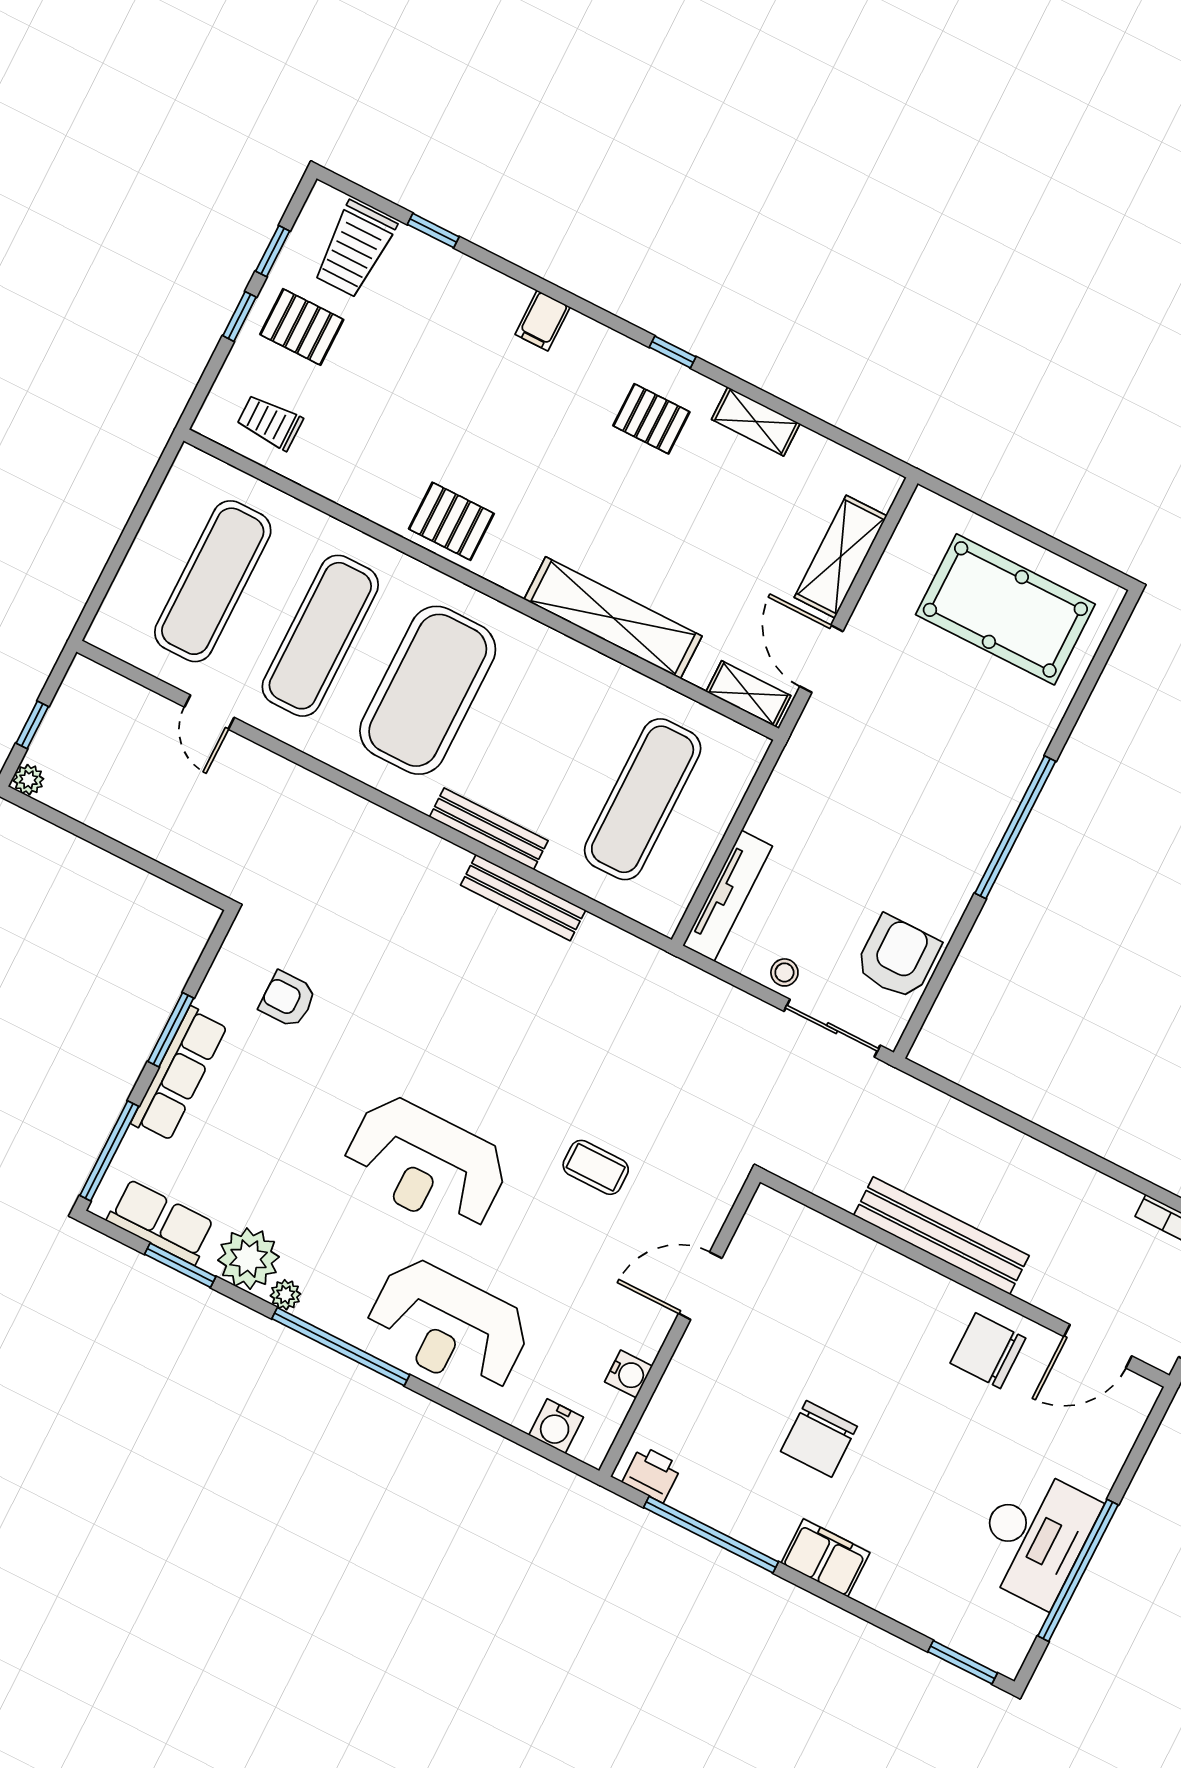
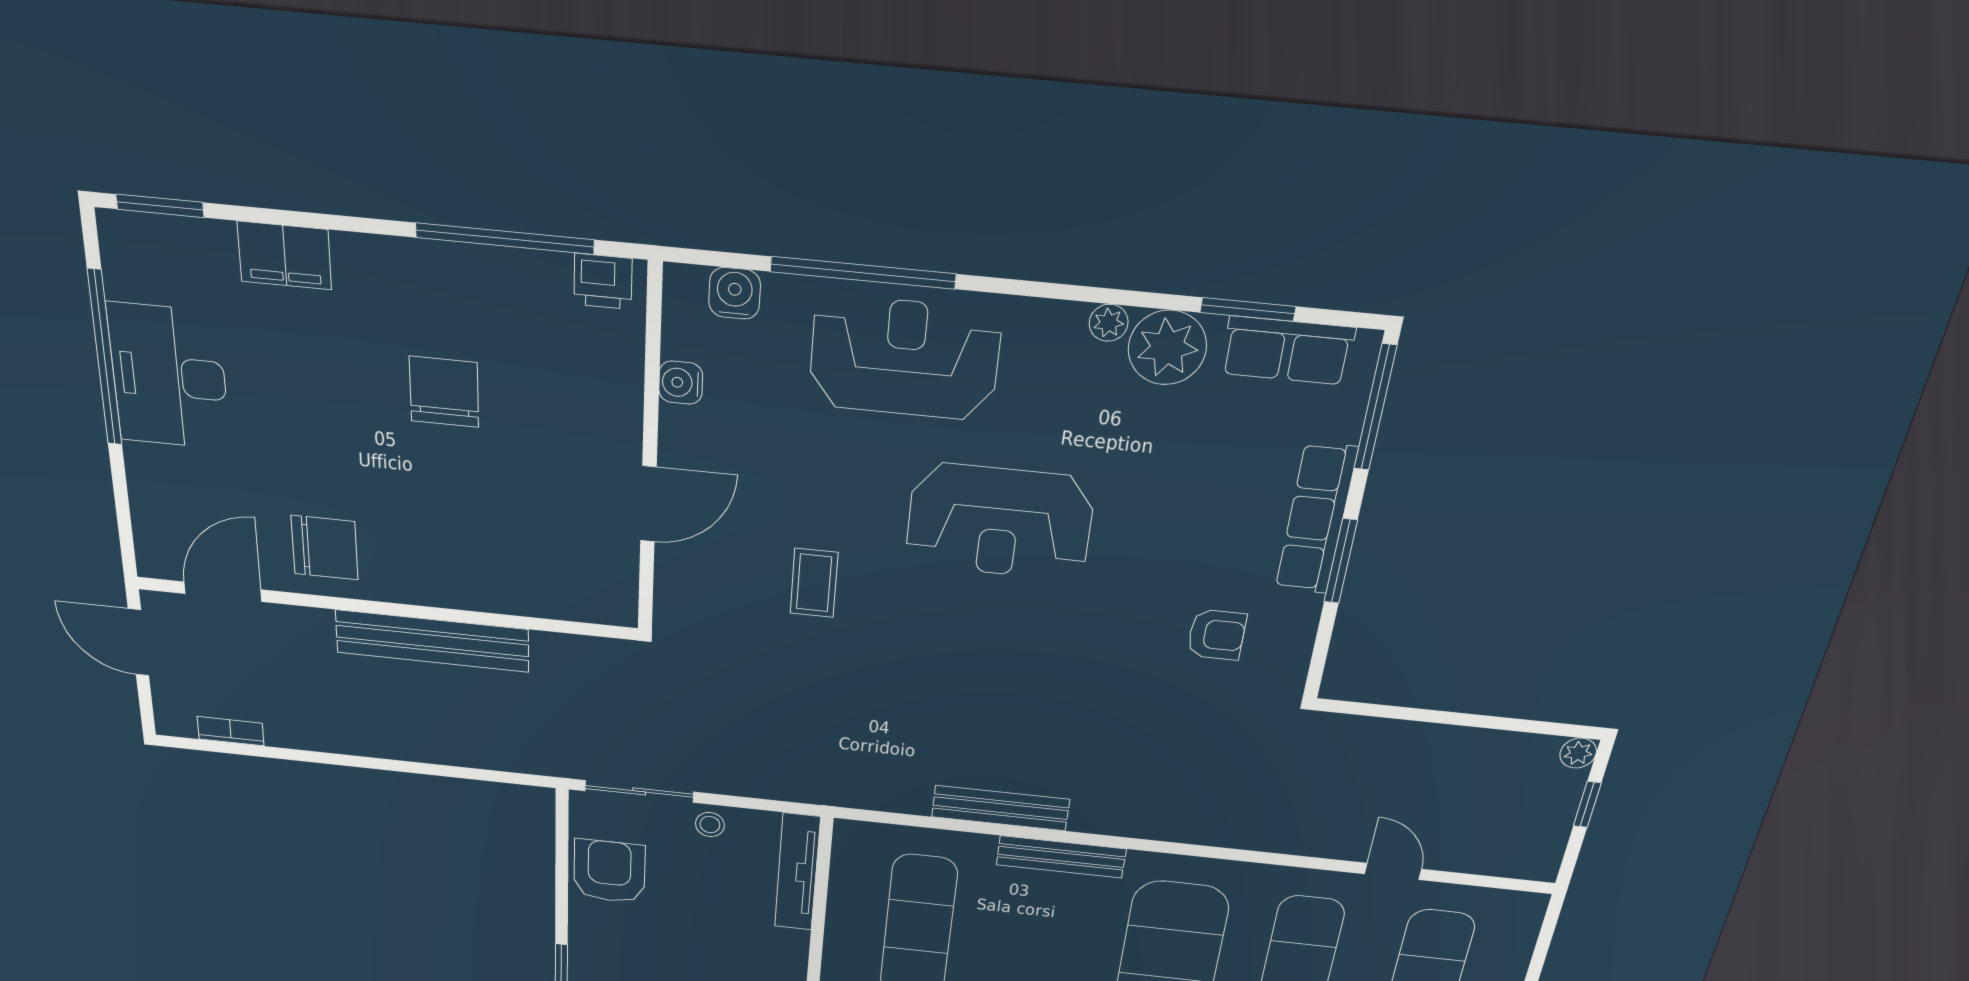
armchair: (898, 957) -> (609, 871), turned 180
reception desk: (426, 1165) -> (1000, 522), turned 180
coffee table: (596, 1167) -> (814, 583), turned 90
window: (341, 1347) -> (863, 273), moved
filing cabinet: (825, 1558) -> (284, 256), moved

